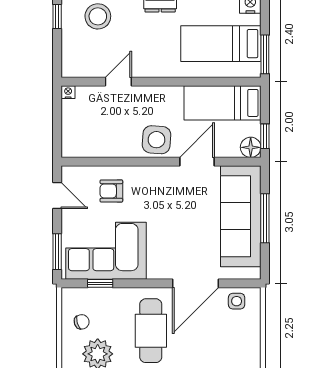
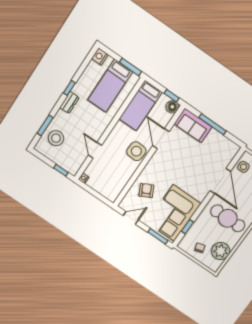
window: (57, 17) -> (61, 170), moved
armchair: (111, 191) -> (146, 190), turned 153
sofa: (241, 216) -> (193, 125), width x0.54, depth x0.79

